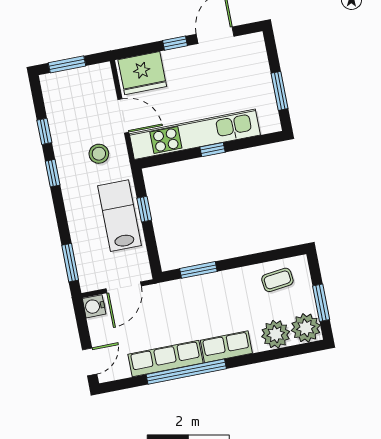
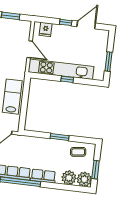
fridge: (142, 73) -> (46, 29), width x0.53, depth x0.75
stool: (99, 154) -> (12, 64), removed
window: (144, 209) -> (25, 97), removed
window: (198, 270) -> (60, 137), moved

